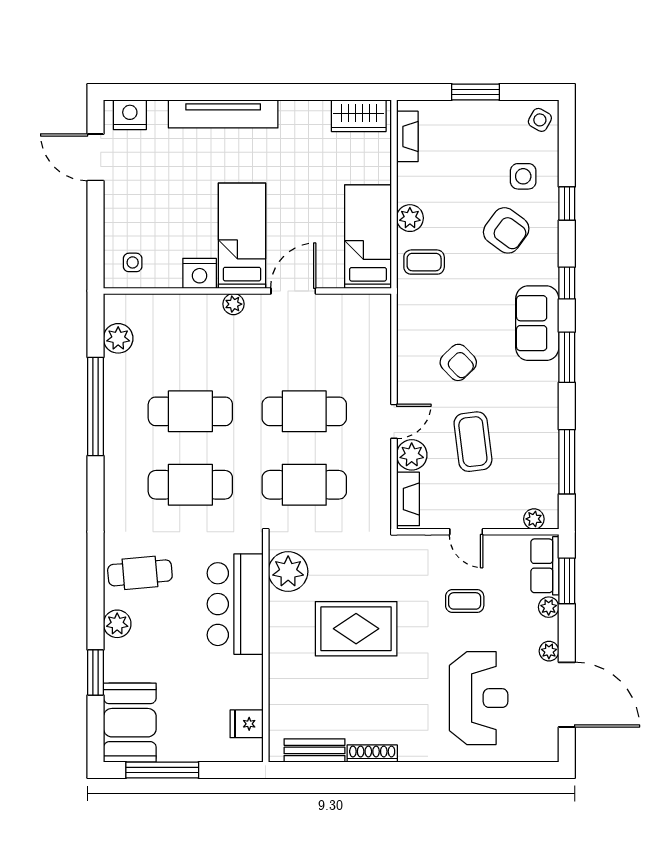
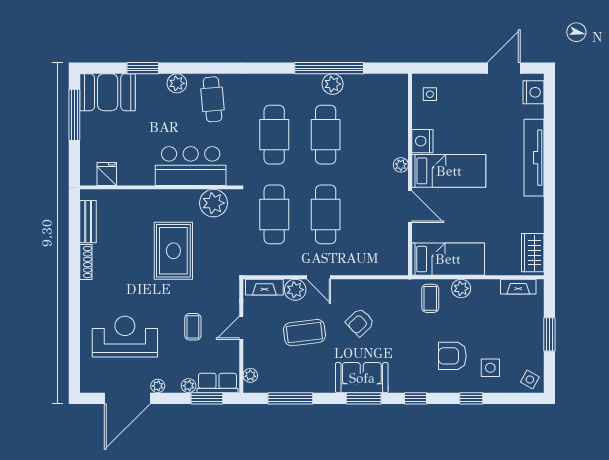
armchair: (506, 230) -> (452, 356), turned 54
sofa: (537, 323) -> (362, 378), moved
plant: (118, 338) -> (333, 84), moved
reception desk: (479, 698) -> (125, 337), turned 180

